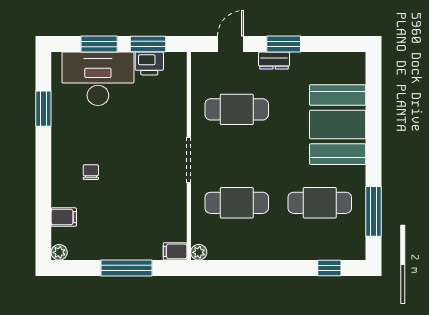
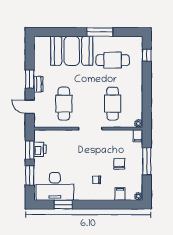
desk: (98, 79) -> (55, 186), moved, turned -90
cafe table: (320, 203) -> (113, 60), turned 90
window: (374, 211) -> (100, 32), moved
chair: (122, 216) -> (119, 164), added

